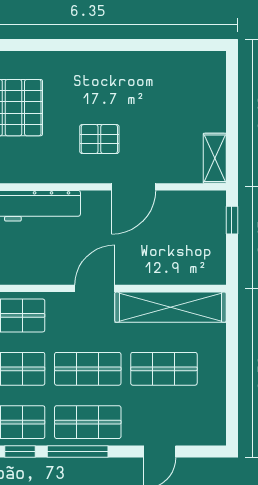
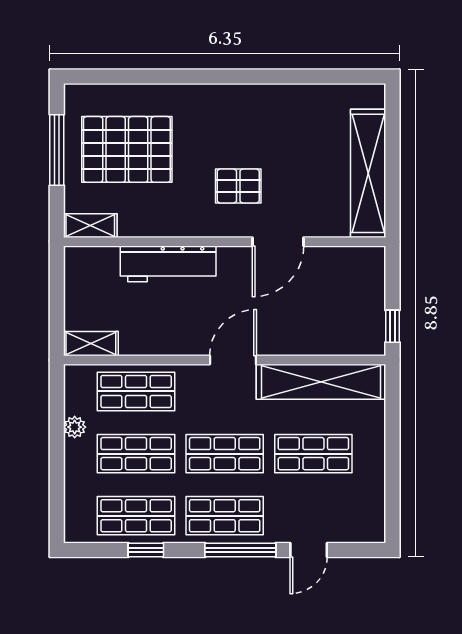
shelving: (215, 158) -> (368, 173), width x2.20, depth x1.33
window: (232, 220) -> (393, 326), moved
window: (78, 452) -> (240, 550), moved

